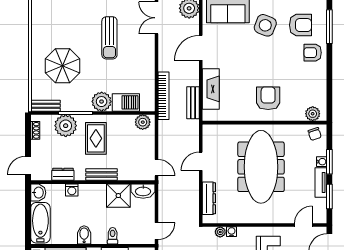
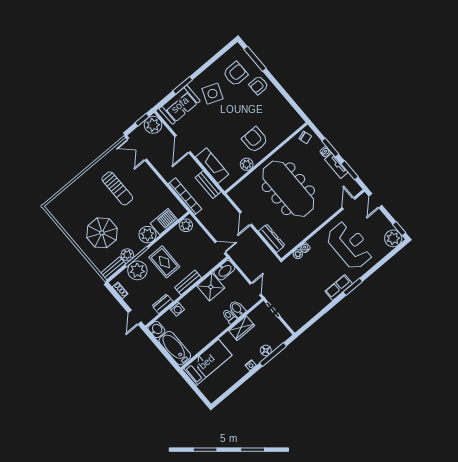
plant: (68, 104) -> (127, 255), added
plant: (313, 114) -> (247, 164), moved
bidet: (84, 235) -> (237, 309), moved

